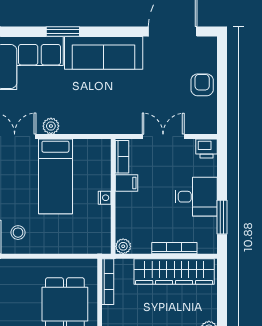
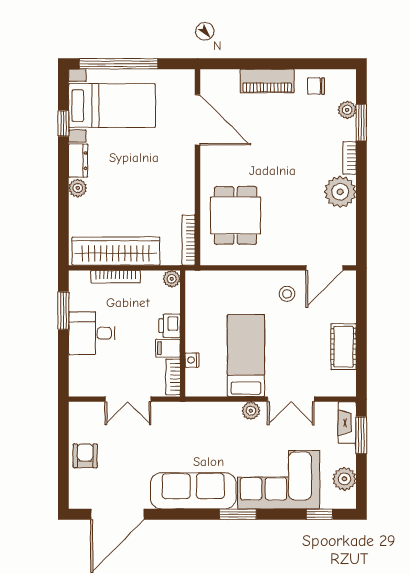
armchair: (202, 85) -> (85, 456), turned 180
printer: (207, 148) -> (170, 326), moved, turned -90
nightstand: (105, 198) -> (192, 360), moved

